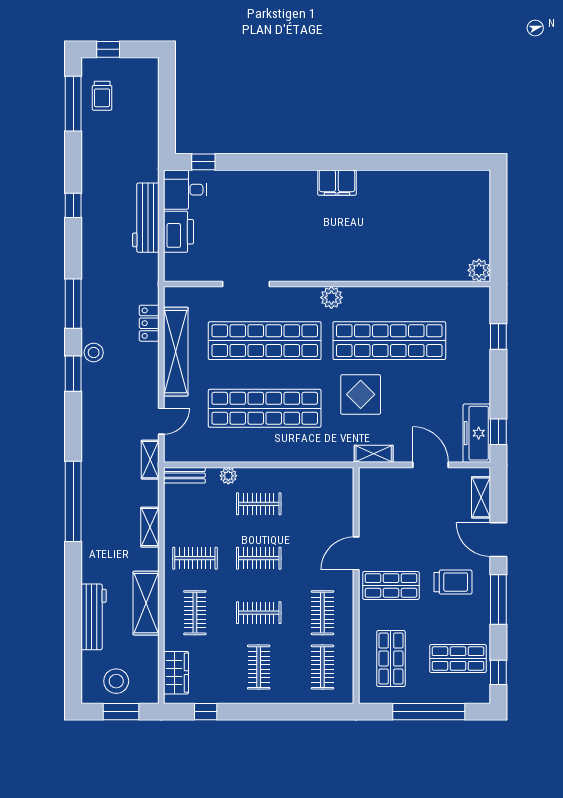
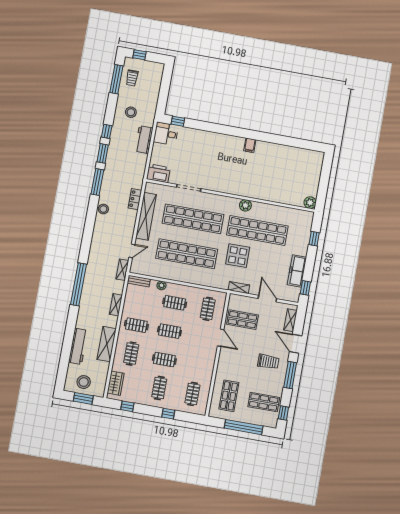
stool: (112, 161) -> (131, 112), added
filing cabinet: (337, 183) -> (250, 145), width x0.50
workbench: (146, 218) -> (144, 140), width x0.73
printer: (179, 232) -> (158, 173), moved, turned -90
plant: (331, 298) -> (245, 205), moved
window: (73, 374) -> (103, 153), moved
freezer: (477, 433) -> (297, 271), moved
door: (356, 553) -> (221, 338), swing flipped
shop shelf: (391, 585) -> (242, 320), moved
clothes rail: (322, 613) -> (208, 309), moved
window: (284, 712) -> (168, 414), added

